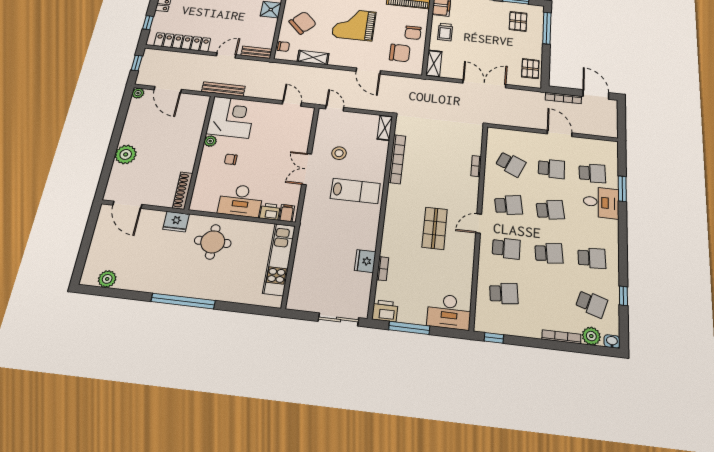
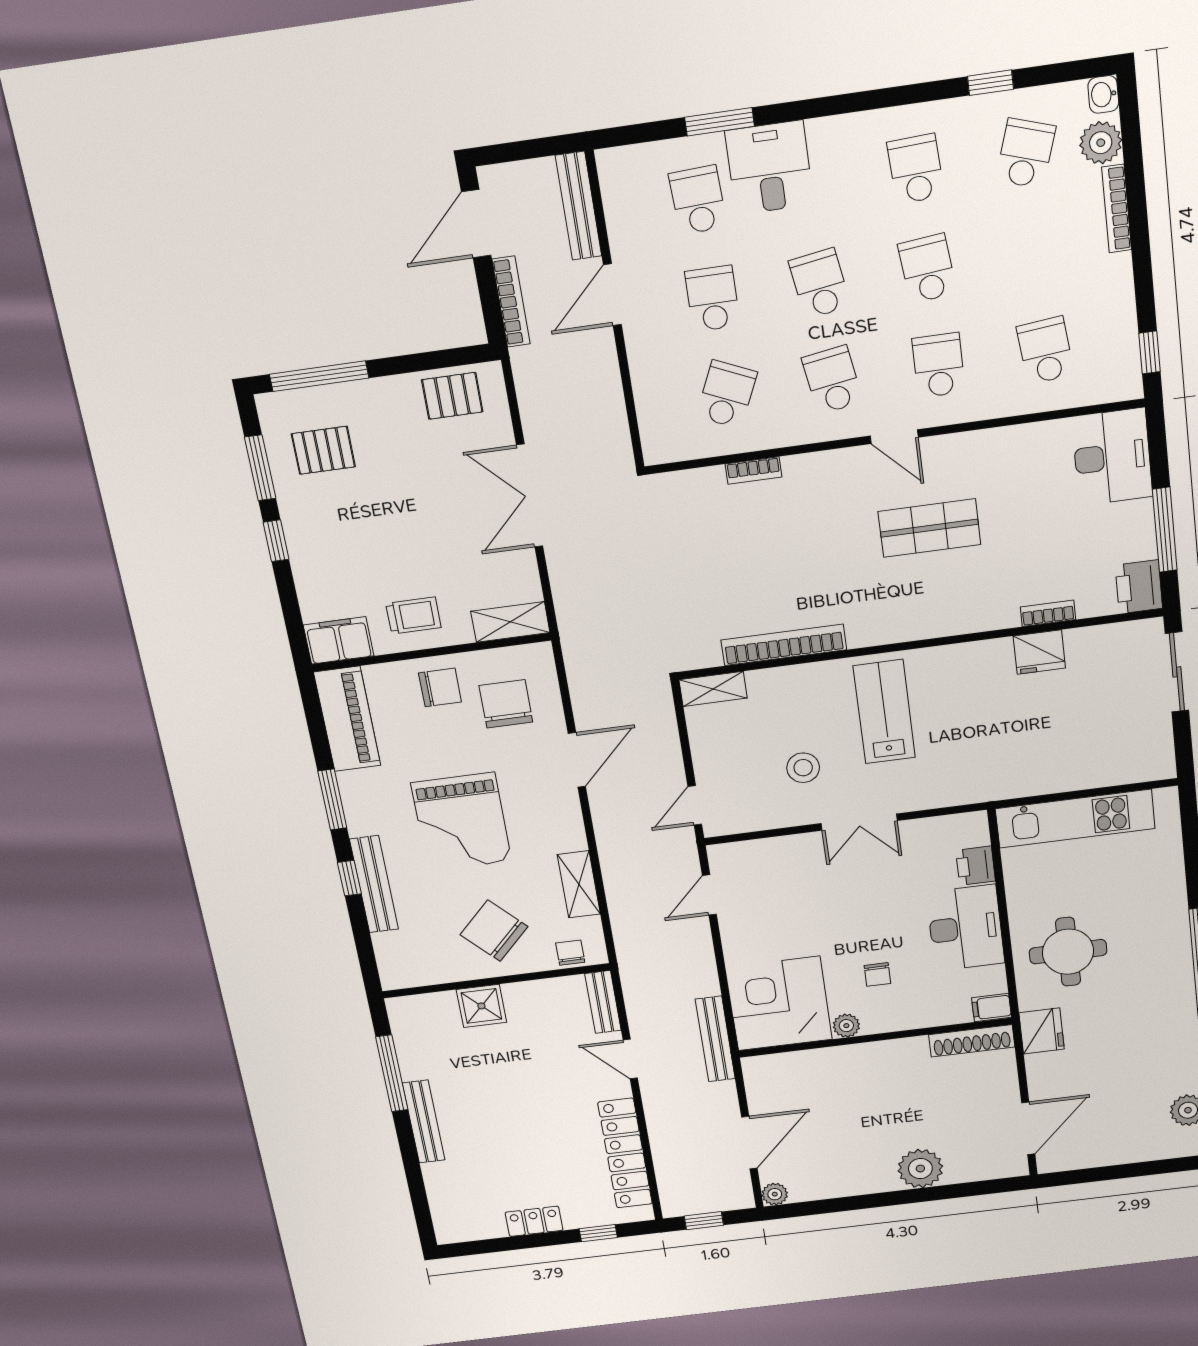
bench: (597, 131) -> (578, 206), added
filing cabinet: (287, 213) -> (991, 1008), moved

